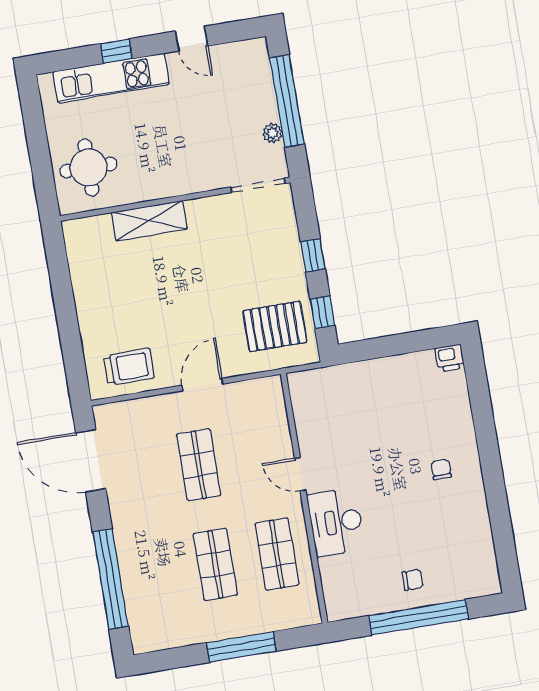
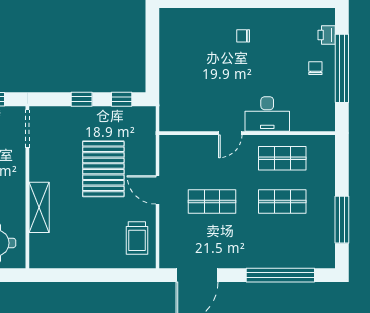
pallet: (275, 326) -> (103, 169), moved, width x1.37, depth x1.41
printer: (450, 358) -> (327, 35), moved, turned 180
trolley: (129, 367) -> (137, 238), turned 180
window: (241, 647) -> (342, 220), moved

